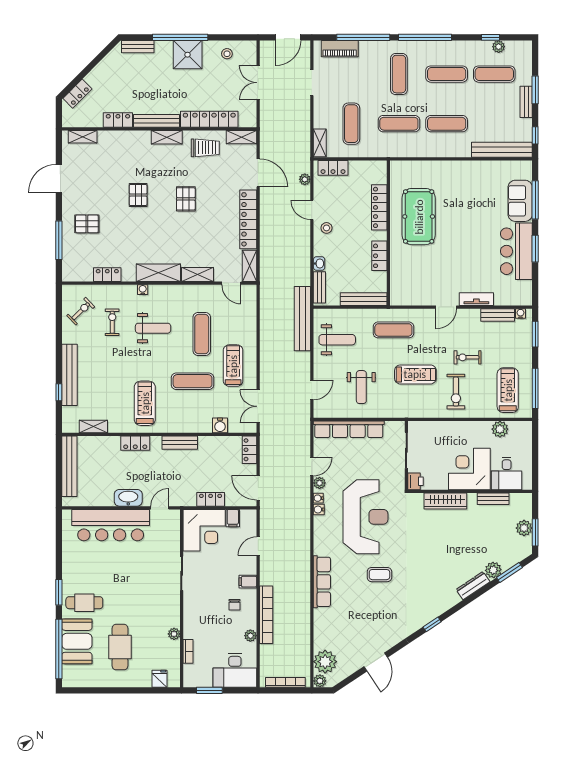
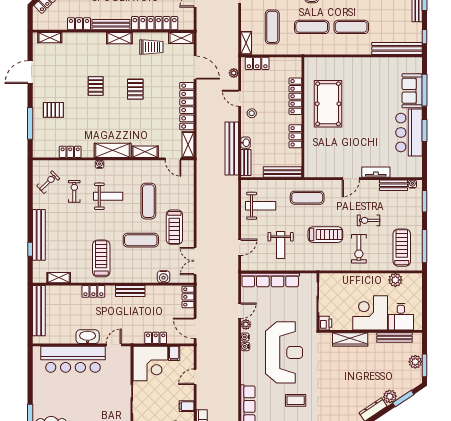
bench: (302, 319) -> (232, 149), moved
treadmill: (233, 366) -> (174, 227), turned 180
bench: (493, 499) -> (394, 337), width x1.36

